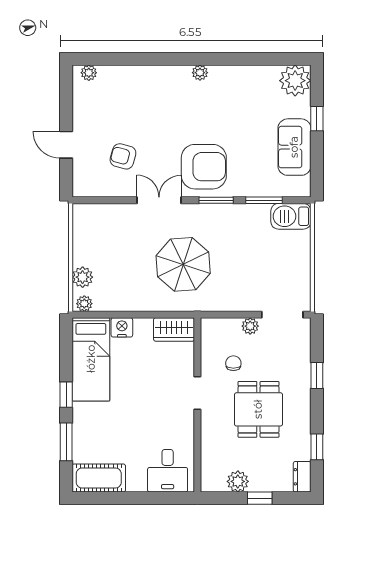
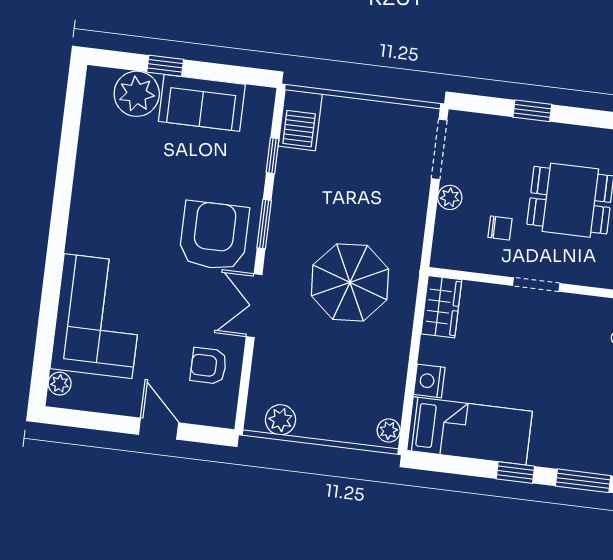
plant: (200, 73) -> (79, 225), removed
plant: (295, 81) -> (137, 94), moved
corner sofa: (139, 93) -> (98, 316), added
door: (66, 145) -> (159, 429), swing flipped
armchair: (123, 156) -> (209, 366), moved, turned 75
window: (264, 200) -> (273, 156), width x0.67
plant: (83, 277) -> (280, 420), moved
chair: (233, 363) -> (500, 228), turned 180

